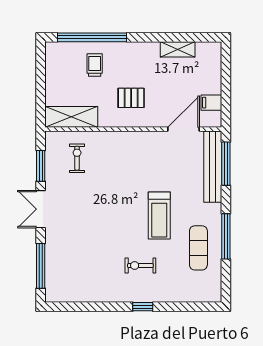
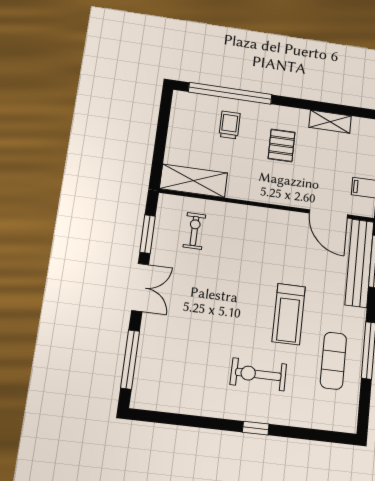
pallet: (131, 98) -> (282, 145), moved, turned 90
door: (184, 129) -> (328, 214), swing flipped
double door: (41, 209) -> (140, 287), swing flipped
exercise bike: (140, 266) -> (258, 374), width x1.38, depth x1.39

